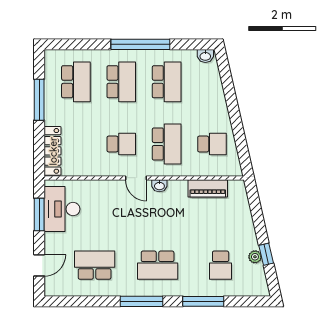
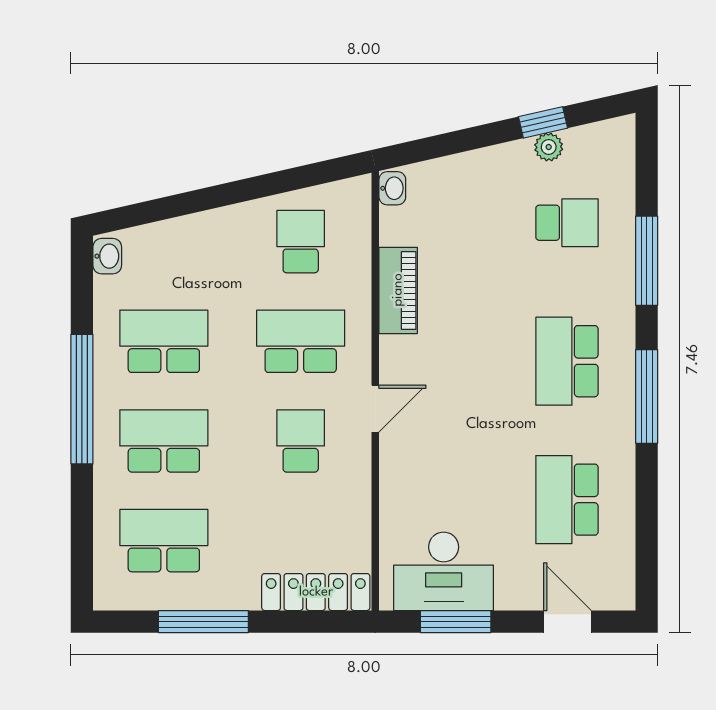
washbasin: (159, 186) -> (392, 188), moved
piano: (208, 188) -> (398, 290), moved
school desk: (158, 265) -> (567, 361), turned 180

